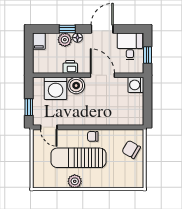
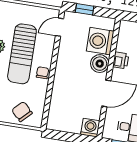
chair: (131, 149) -> (22, 112), turned -75
sun lounger: (78, 158) -> (22, 54), turned 180

